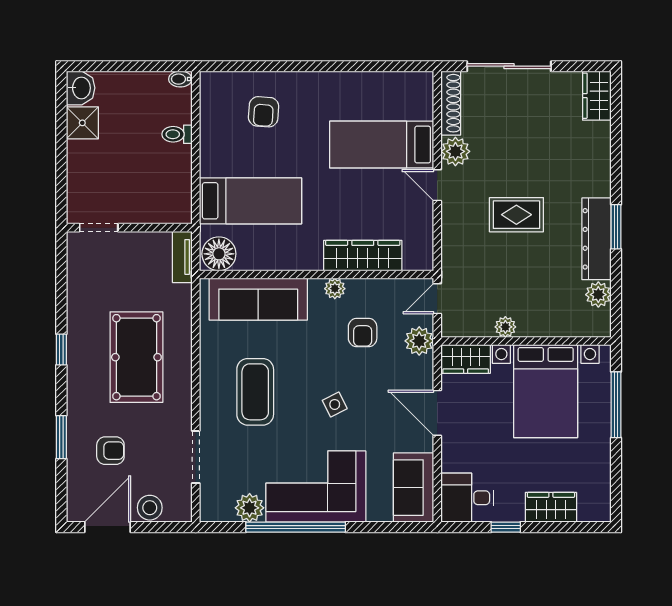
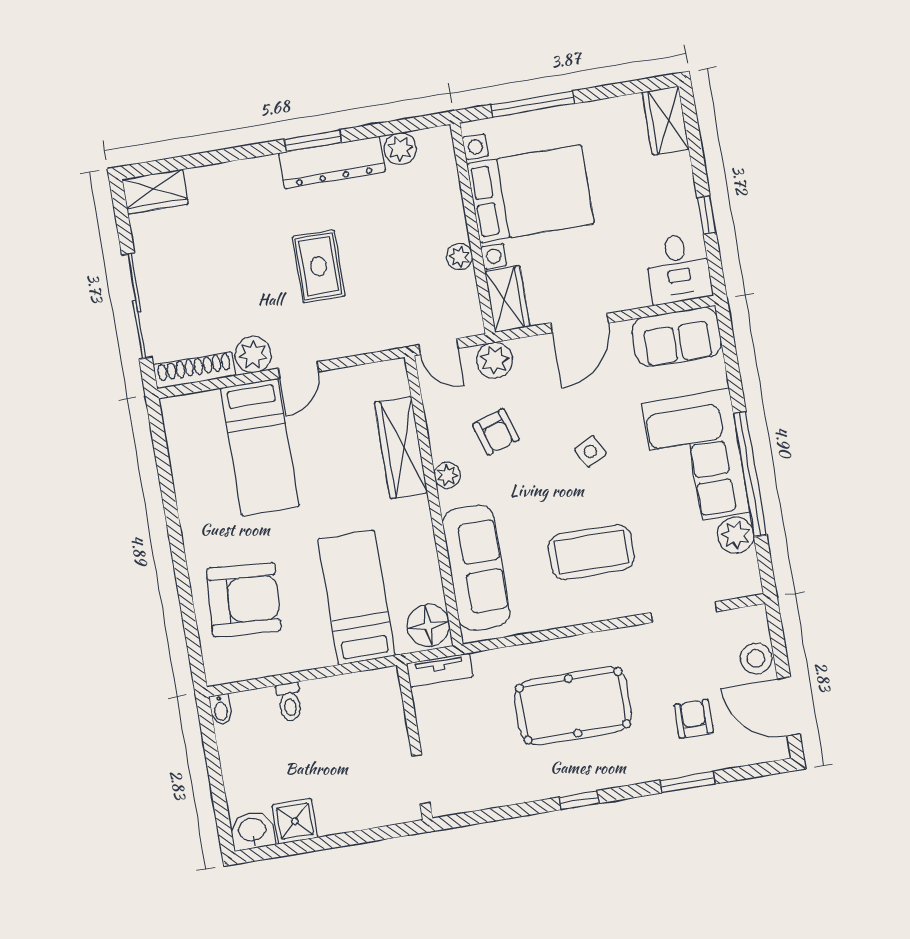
armchair: (264, 112) -> (244, 600), width x1.88, depth x1.88
armchair: (363, 333) -> (496, 432), turned 72
wardrobe: (551, 507) -> (666, 121), moved

